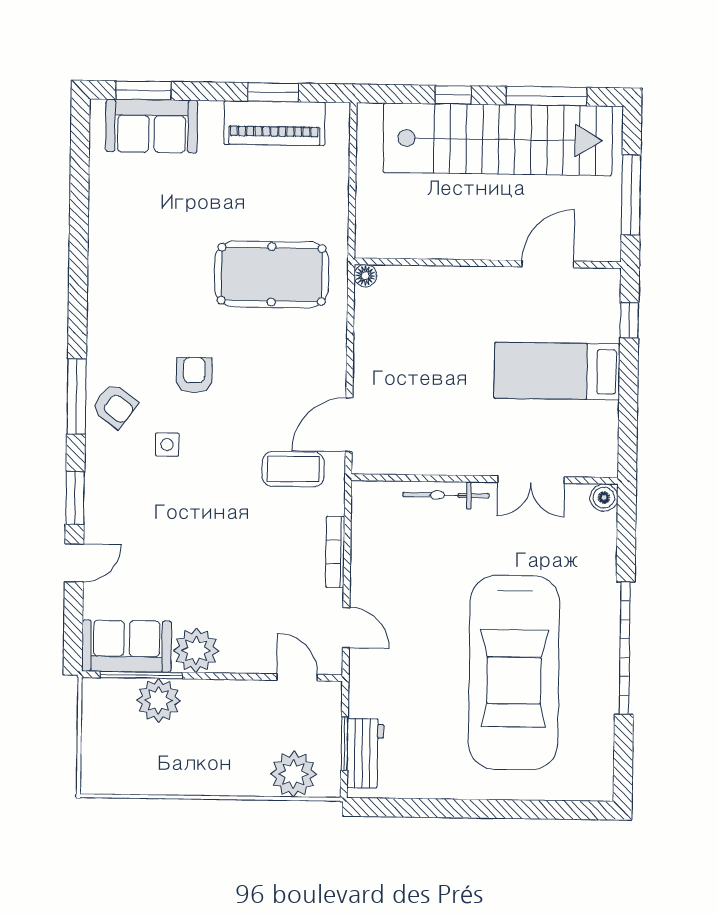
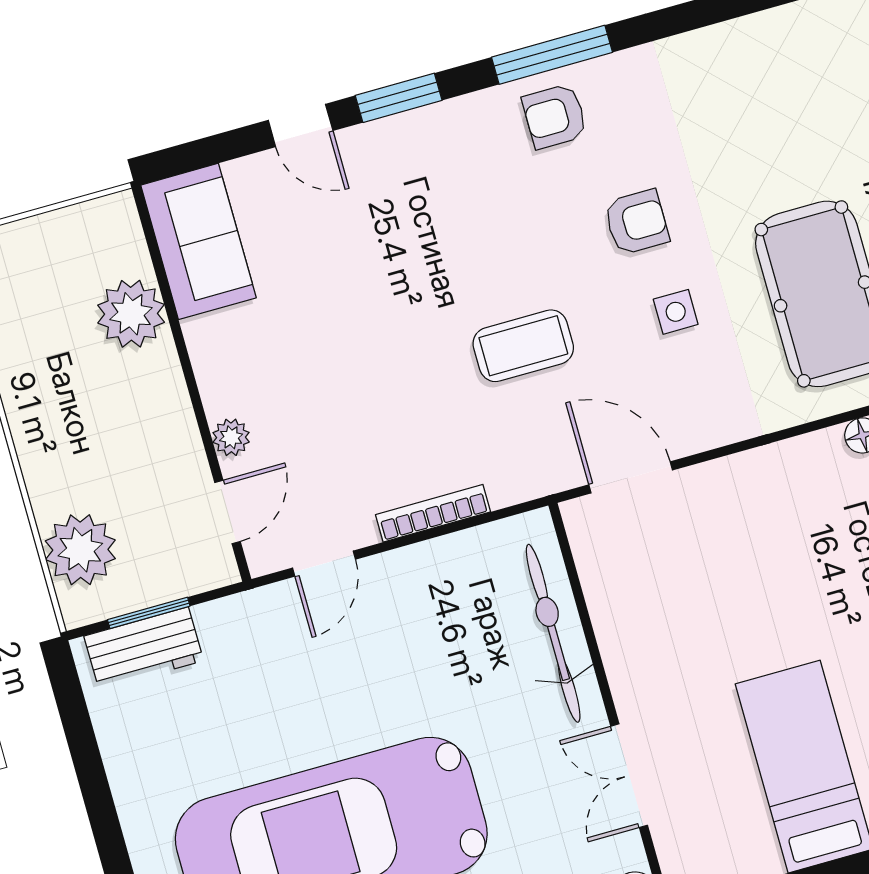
armchair: (115, 406) -> (555, 116), turned 54
side table: (167, 445) -> (676, 312), moved
coffee table: (293, 469) -> (523, 346), moved, turned 90
bicycle: (446, 495) -> (553, 633), width x1.37, depth x1.40
plant: (196, 650) -> (231, 437), moved, width x0.53, depth x0.53
window: (141, 675) -> (161, 277), removed

